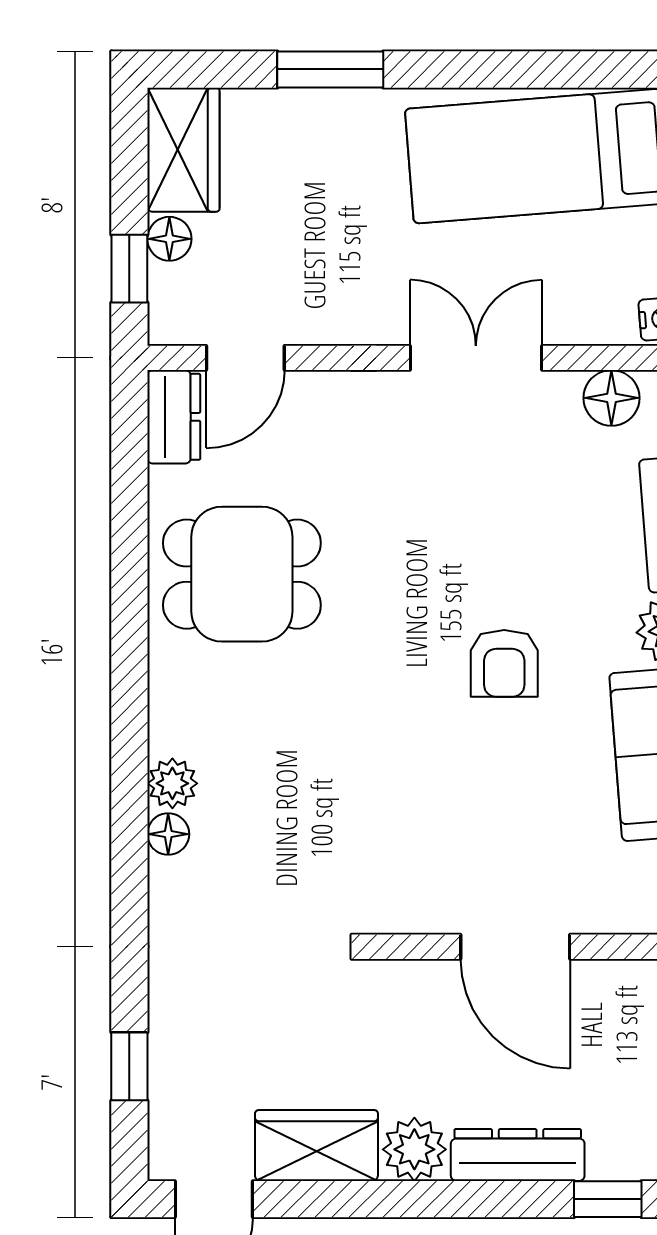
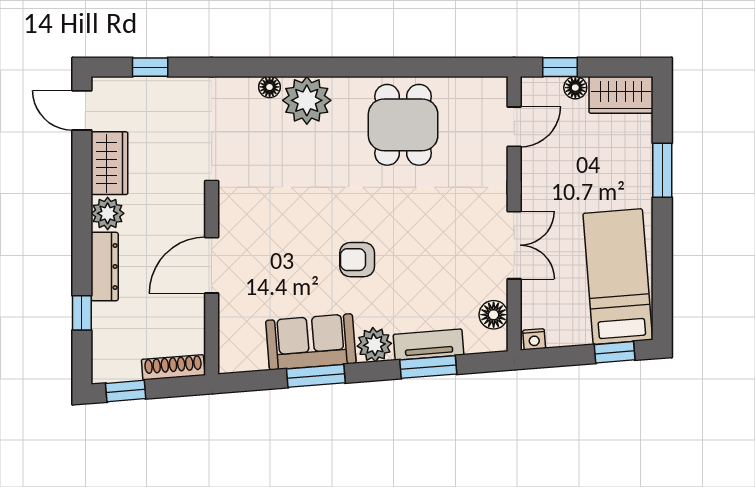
door: (245, 358) -> (514, 127), swing flipped
dresser: (174, 417) -> (484, 90), removed
plant: (172, 783) -> (307, 100), width x1.88, depth x1.88

